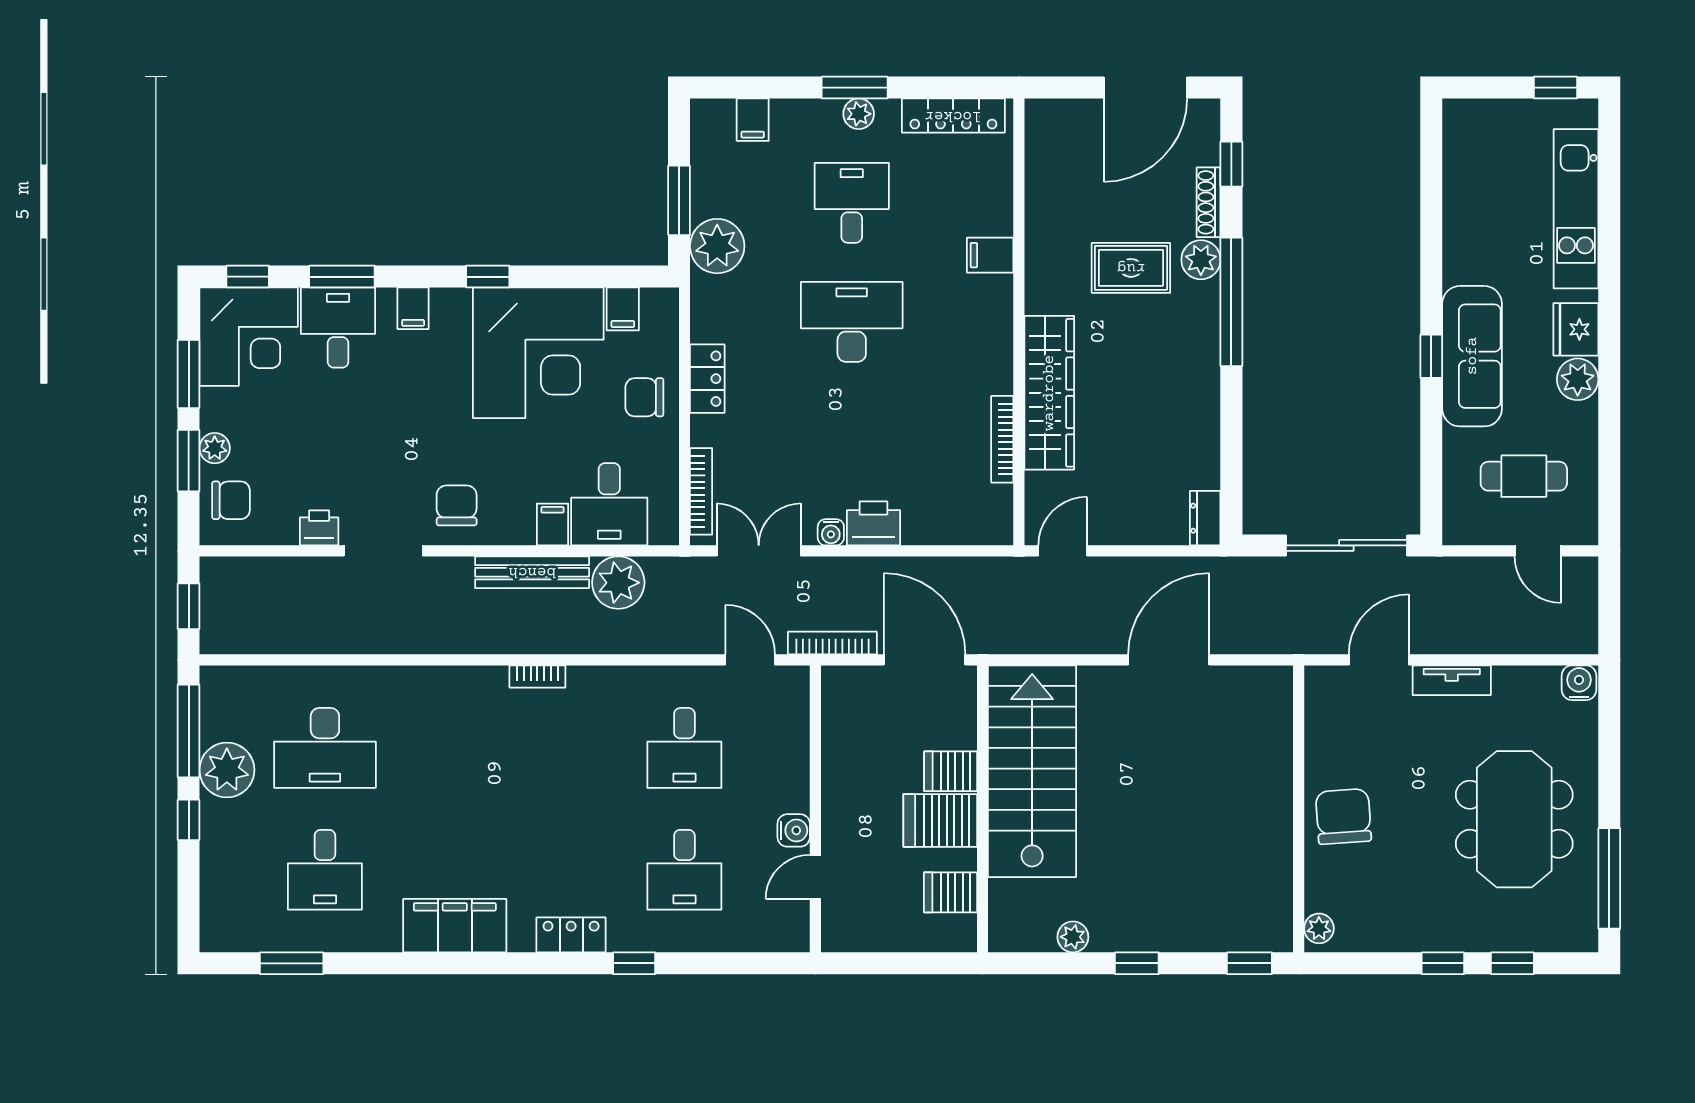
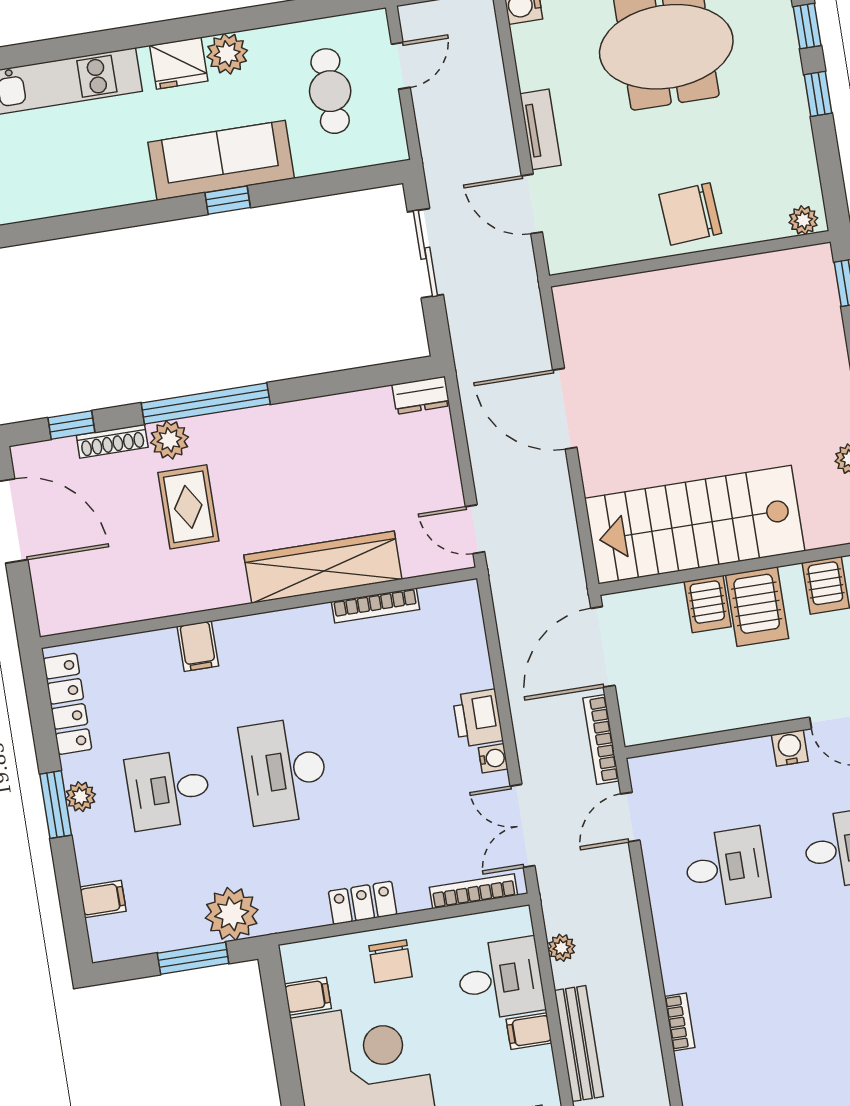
sliding door: (1346, 545) -> (425, 253), width x0.73
plant: (618, 583) -> (562, 948), width x0.53, depth x0.53

